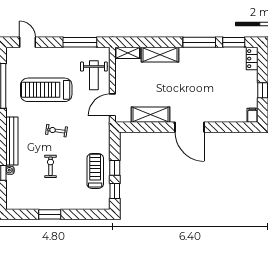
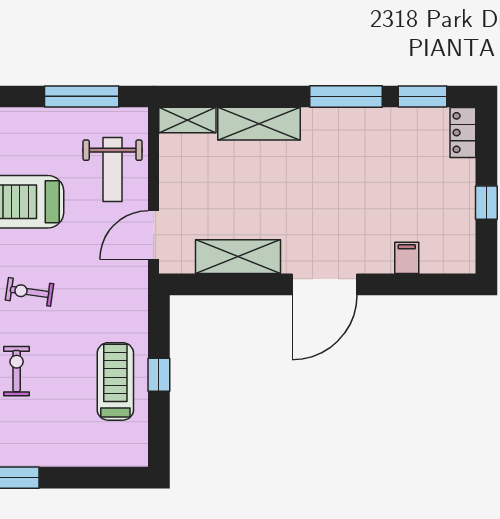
filing cabinet: (252, 115) -> (407, 258), moved
door: (190, 127) -> (324, 284), hinge flipped
window: (115, 191) -> (159, 426), removed

